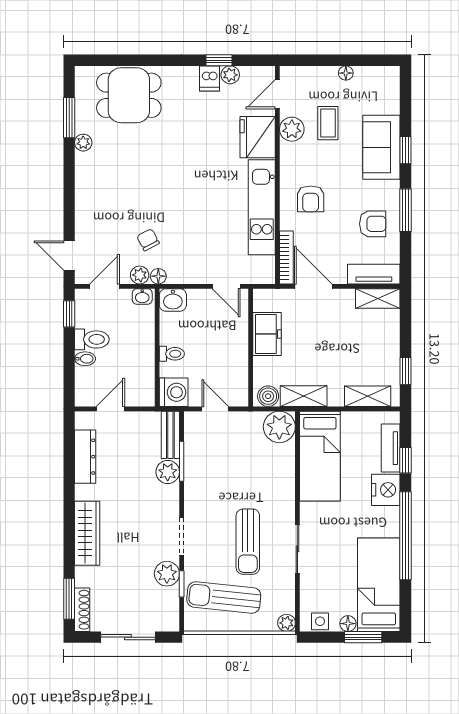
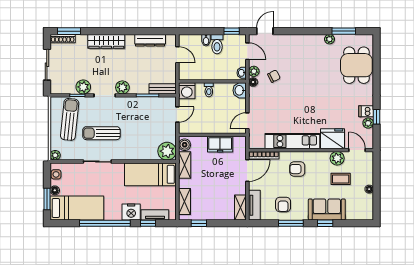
plant: (168, 472) -> (122, 87), moved

